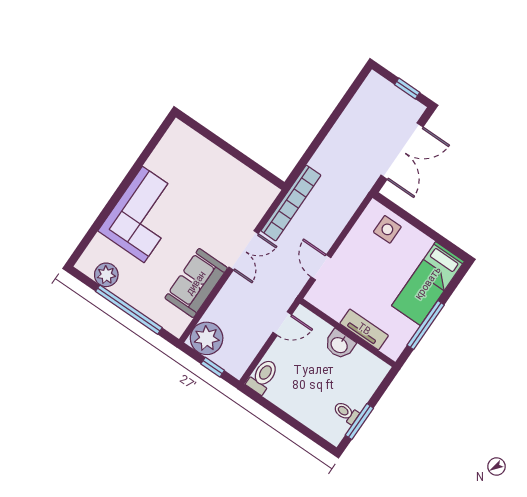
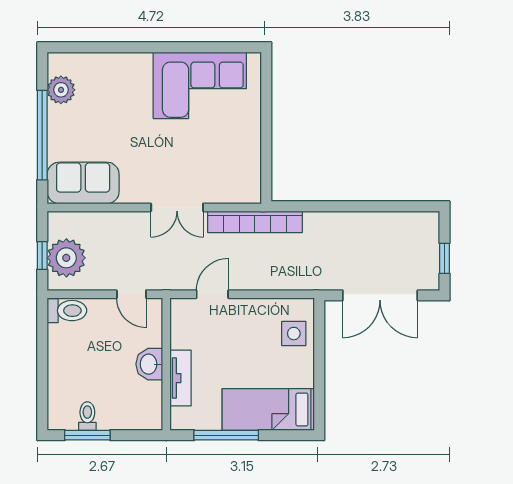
corner sofa: (143, 214) -> (200, 85), moved
sofa: (196, 283) -> (83, 183), moved
plant: (207, 338) -> (66, 258), moved

